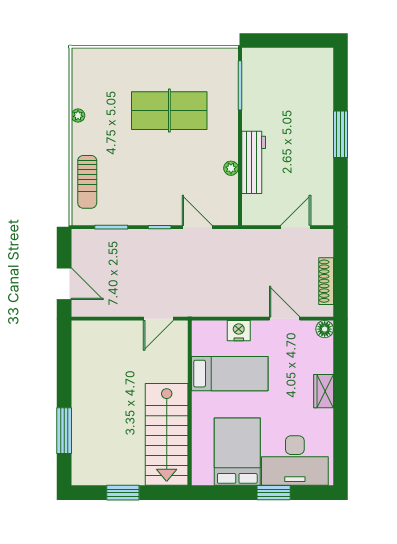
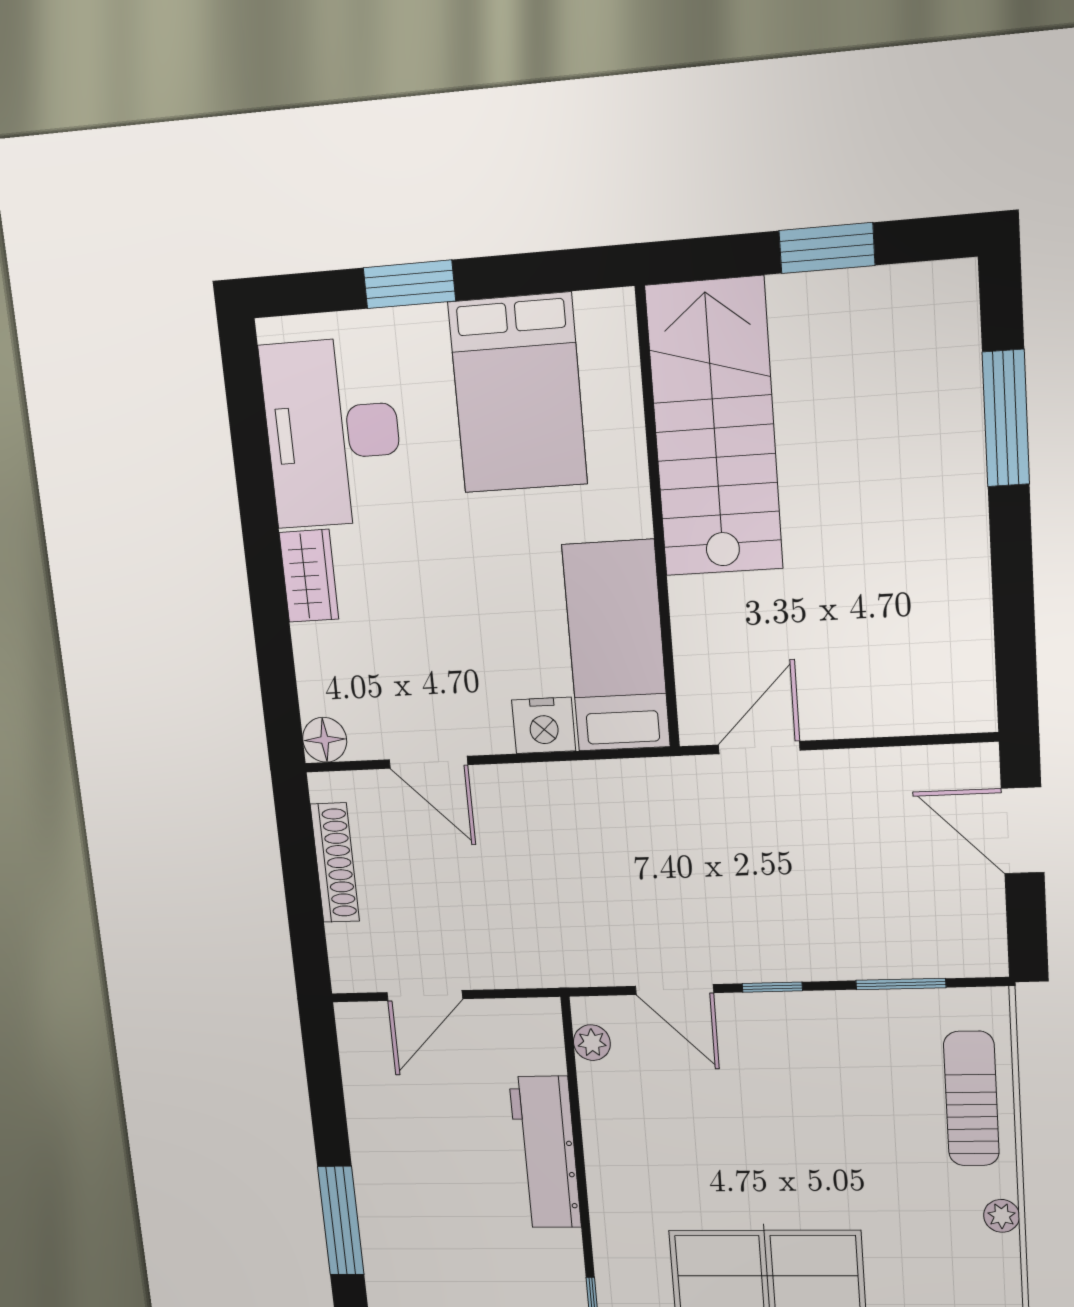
plant: (78, 116) -> (1002, 1216), moved
plant: (231, 168) -> (592, 1043), moved
bed: (230, 374) -> (616, 646), moved, turned 90
desk: (295, 461) -> (332, 433), moved, turned -90

